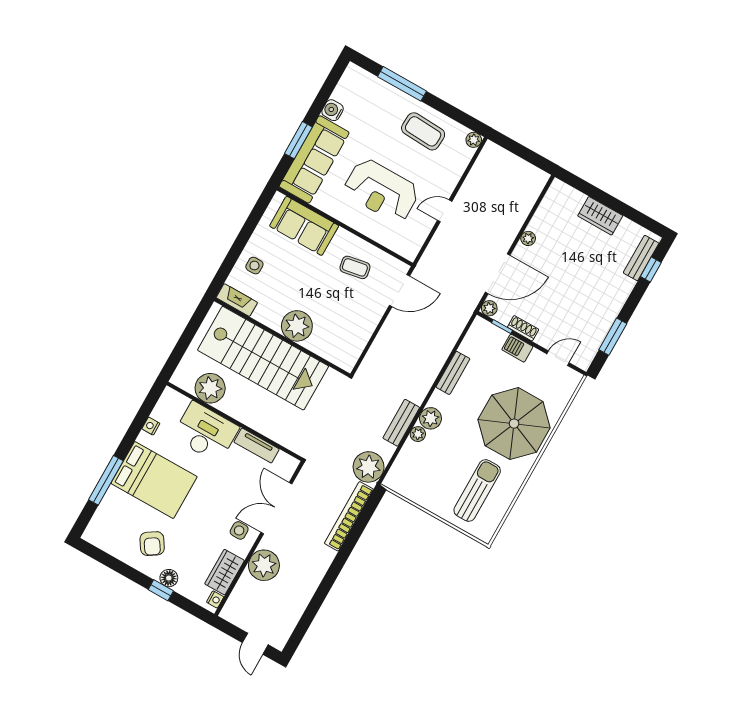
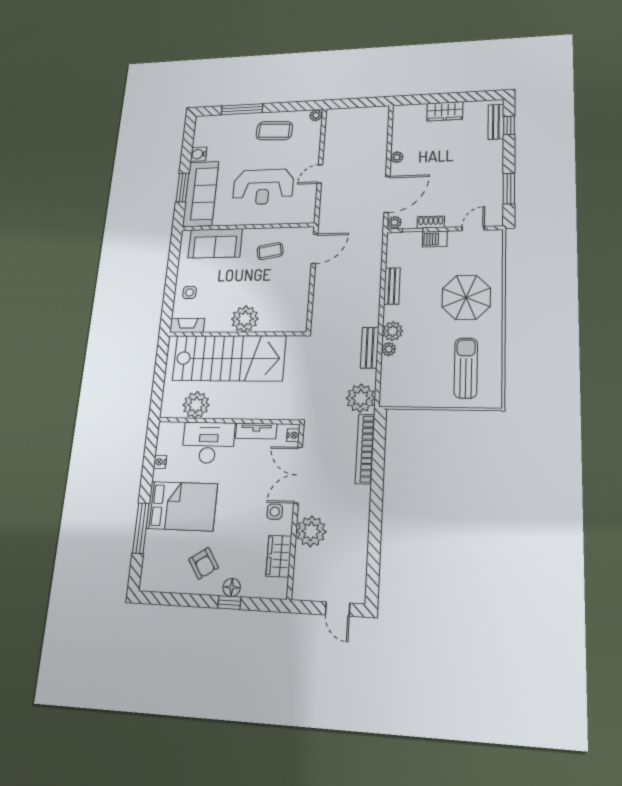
parasol: (514, 424) -> (466, 298), width x0.73, depth x0.73
nightstand: (215, 599) -> (293, 435), moved

